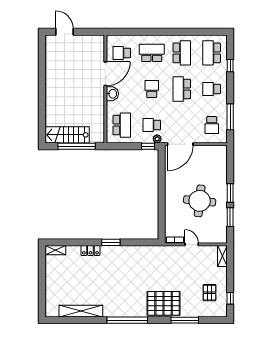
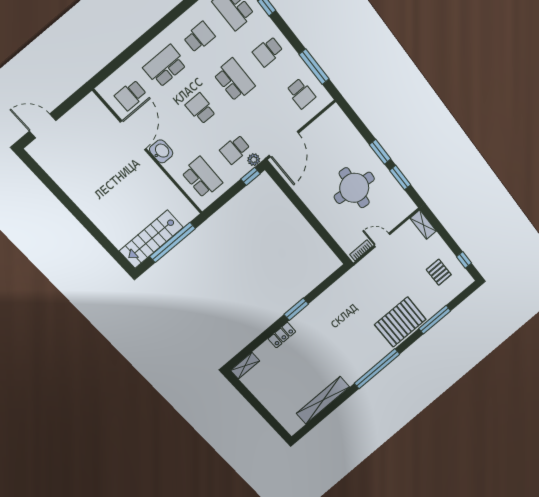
school desk: (182, 53) -> (199, 37), width x0.54
school desk: (182, 89) -> (234, 80), turned 180

